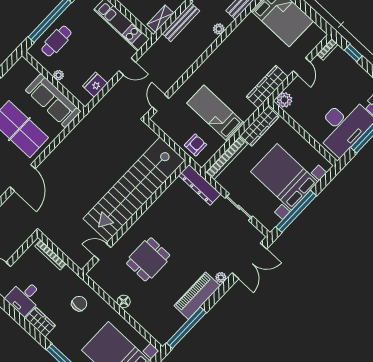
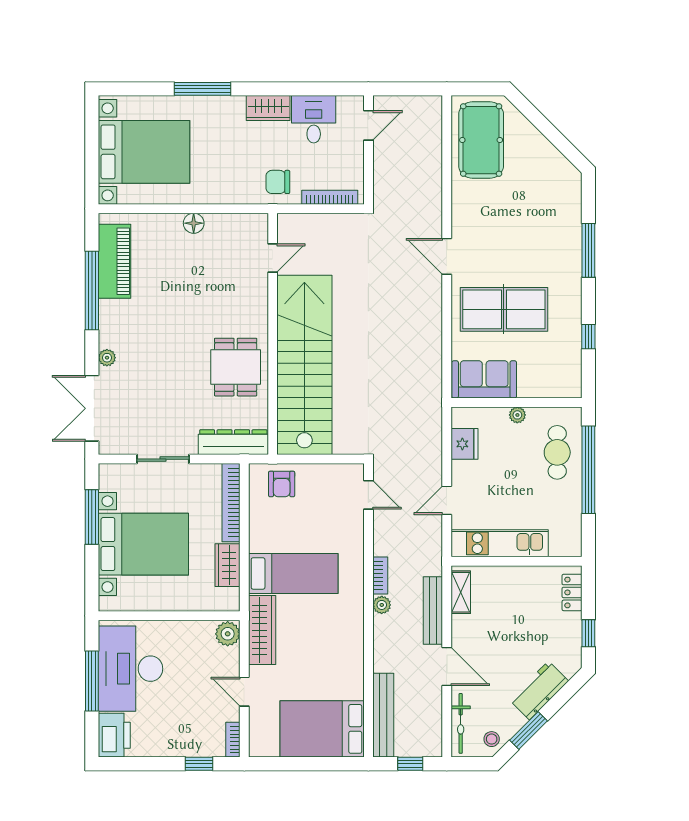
plant: (219, 29) -> (382, 605), moved
bookcase: (190, 61) -> (380, 576), added
sofa: (53, 101) -> (484, 379), width x0.73
bed: (215, 113) -> (293, 573), moved
wardrobe: (260, 126) -> (227, 565), width x0.67
door: (23, 178) -> (447, 256), width x0.73
window: (296, 211) -> (92, 517), width x0.68
dining table: (148, 259) -> (236, 367), moved
piano: (197, 296) -> (115, 261), moved
chair: (79, 304) -> (278, 182), moved, turned 90
window: (186, 328) -> (92, 290), moved

